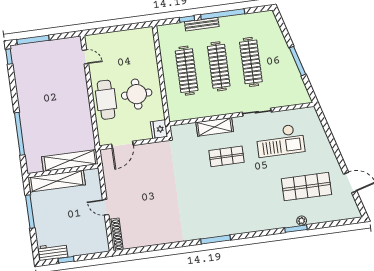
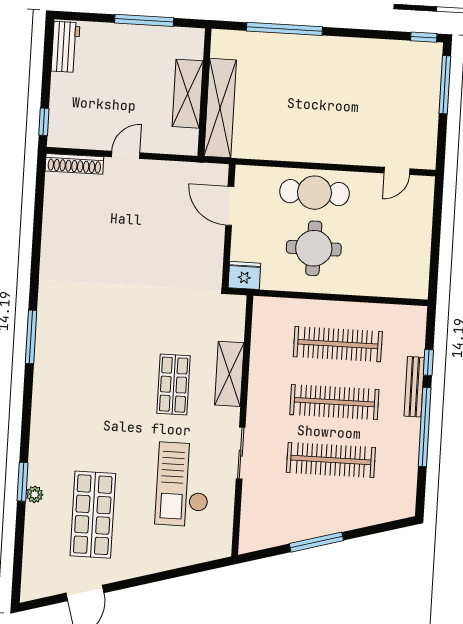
shelving: (57, 181) -> (188, 94), width x0.68
window: (66, 260) -> (44, 122), moved

